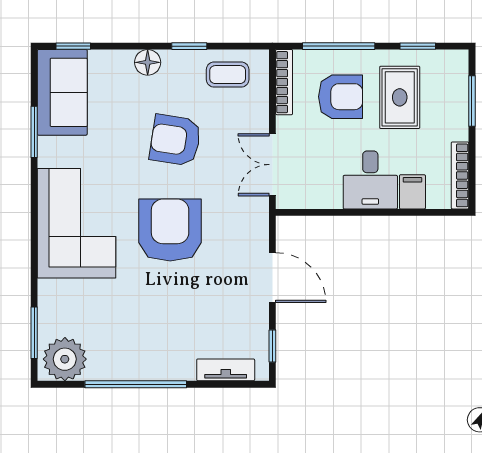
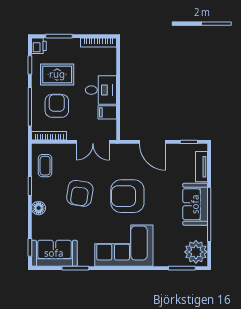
printer: (454, 63) -> (39, 46), added
filing cabinet: (412, 192) -> (107, 112), moved
door: (272, 278) -> (153, 142), swing flipped
sofa: (155, 358) -> (195, 204), added

